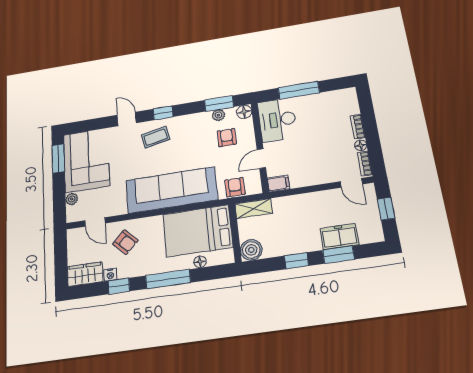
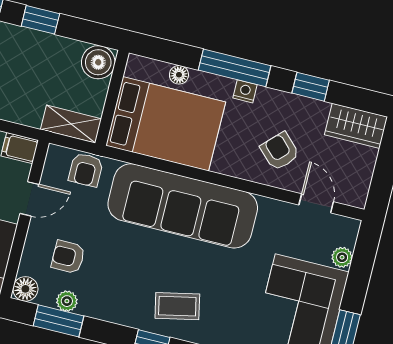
armchair: (227, 138) -> (68, 257), turned 90
nightstand: (110, 275) -> (245, 91), moved

